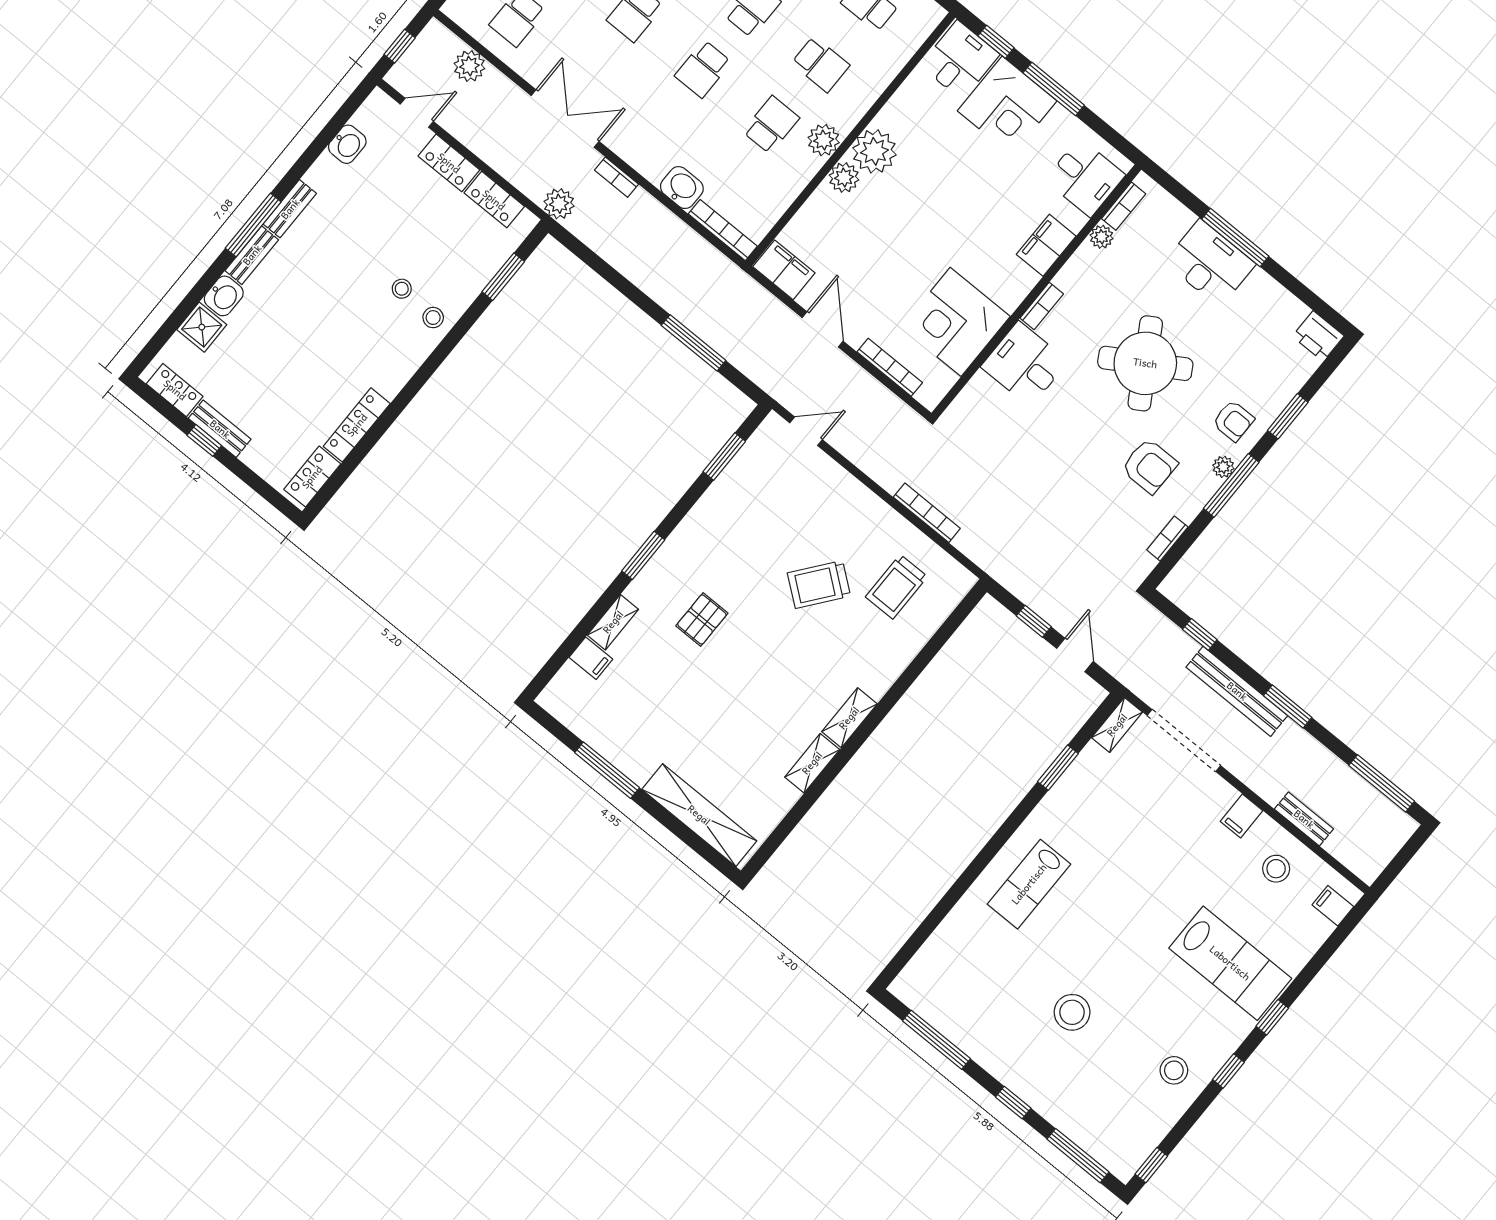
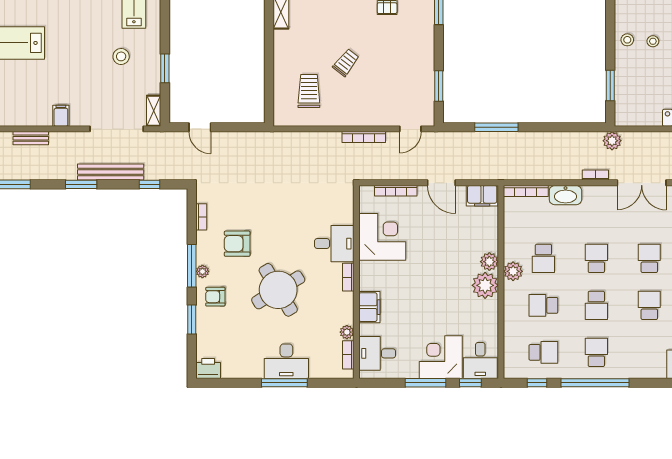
washbasin: (682, 188) -> (565, 195), width x1.38
locker: (494, 200) -> (644, 118), removed
bookcase: (927, 513) -> (364, 137), moved
trolley: (819, 584) -> (346, 63), width x0.73, depth x0.72
window: (1034, 621) -> (232, 127), removed
stool: (1276, 869) -> (121, 56), moved

